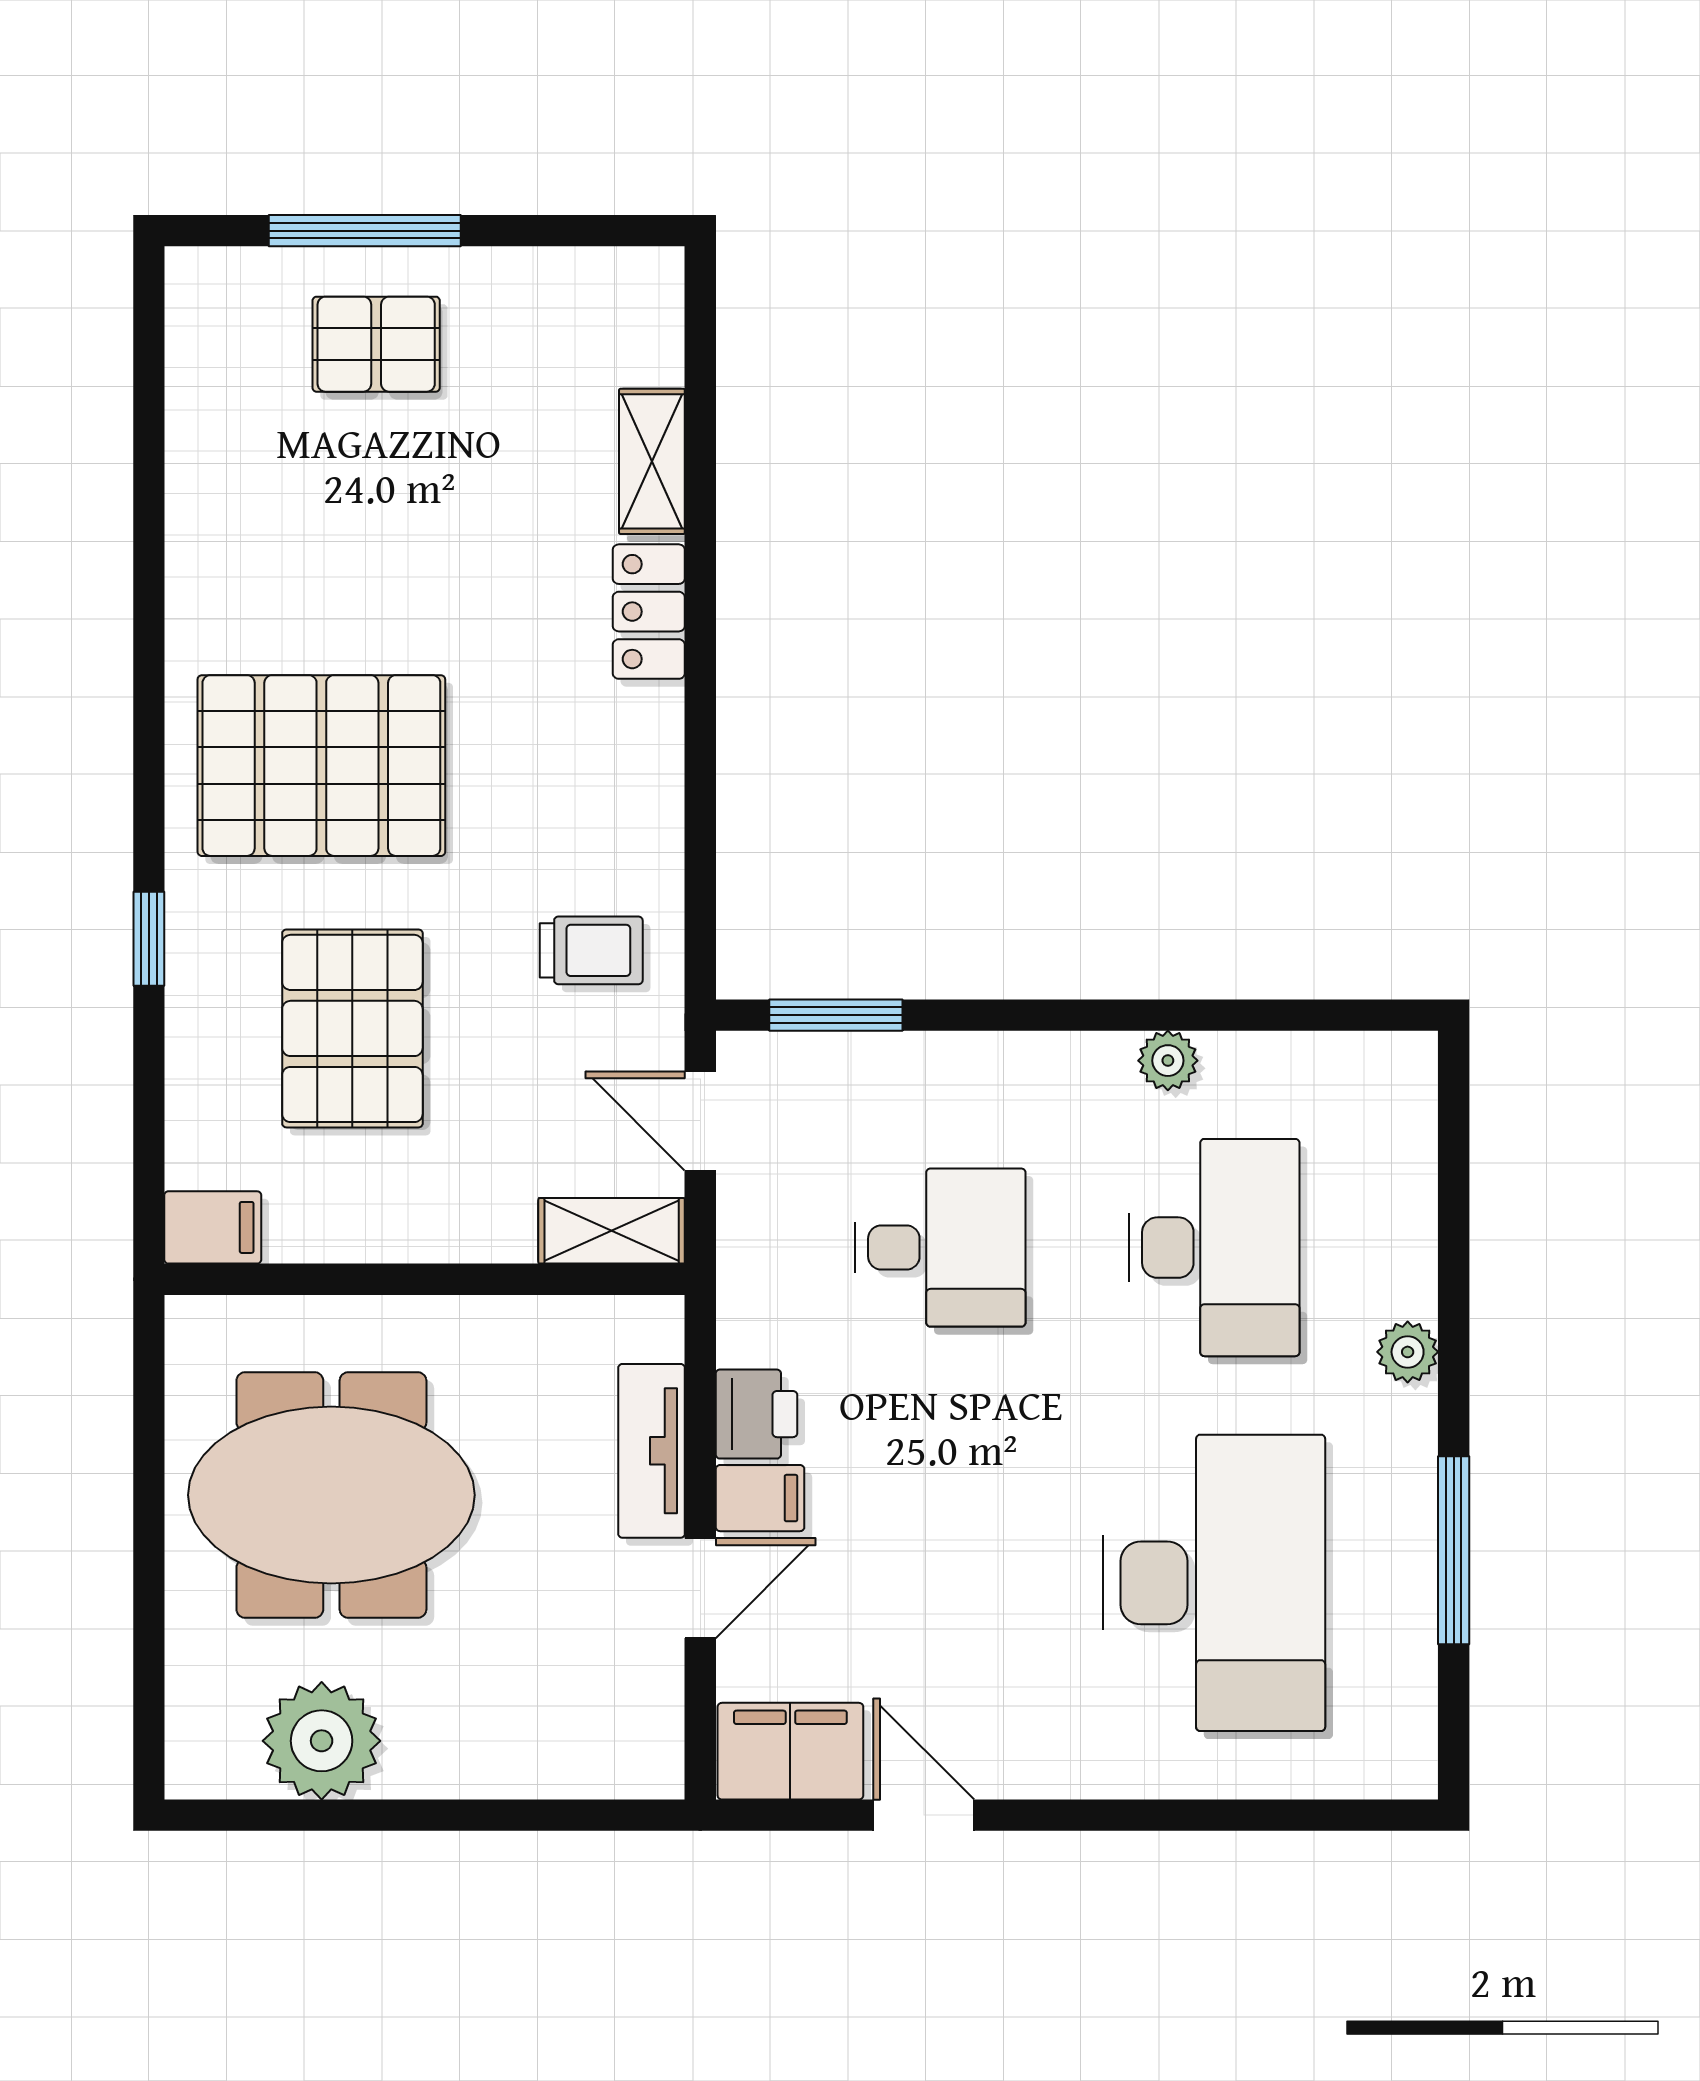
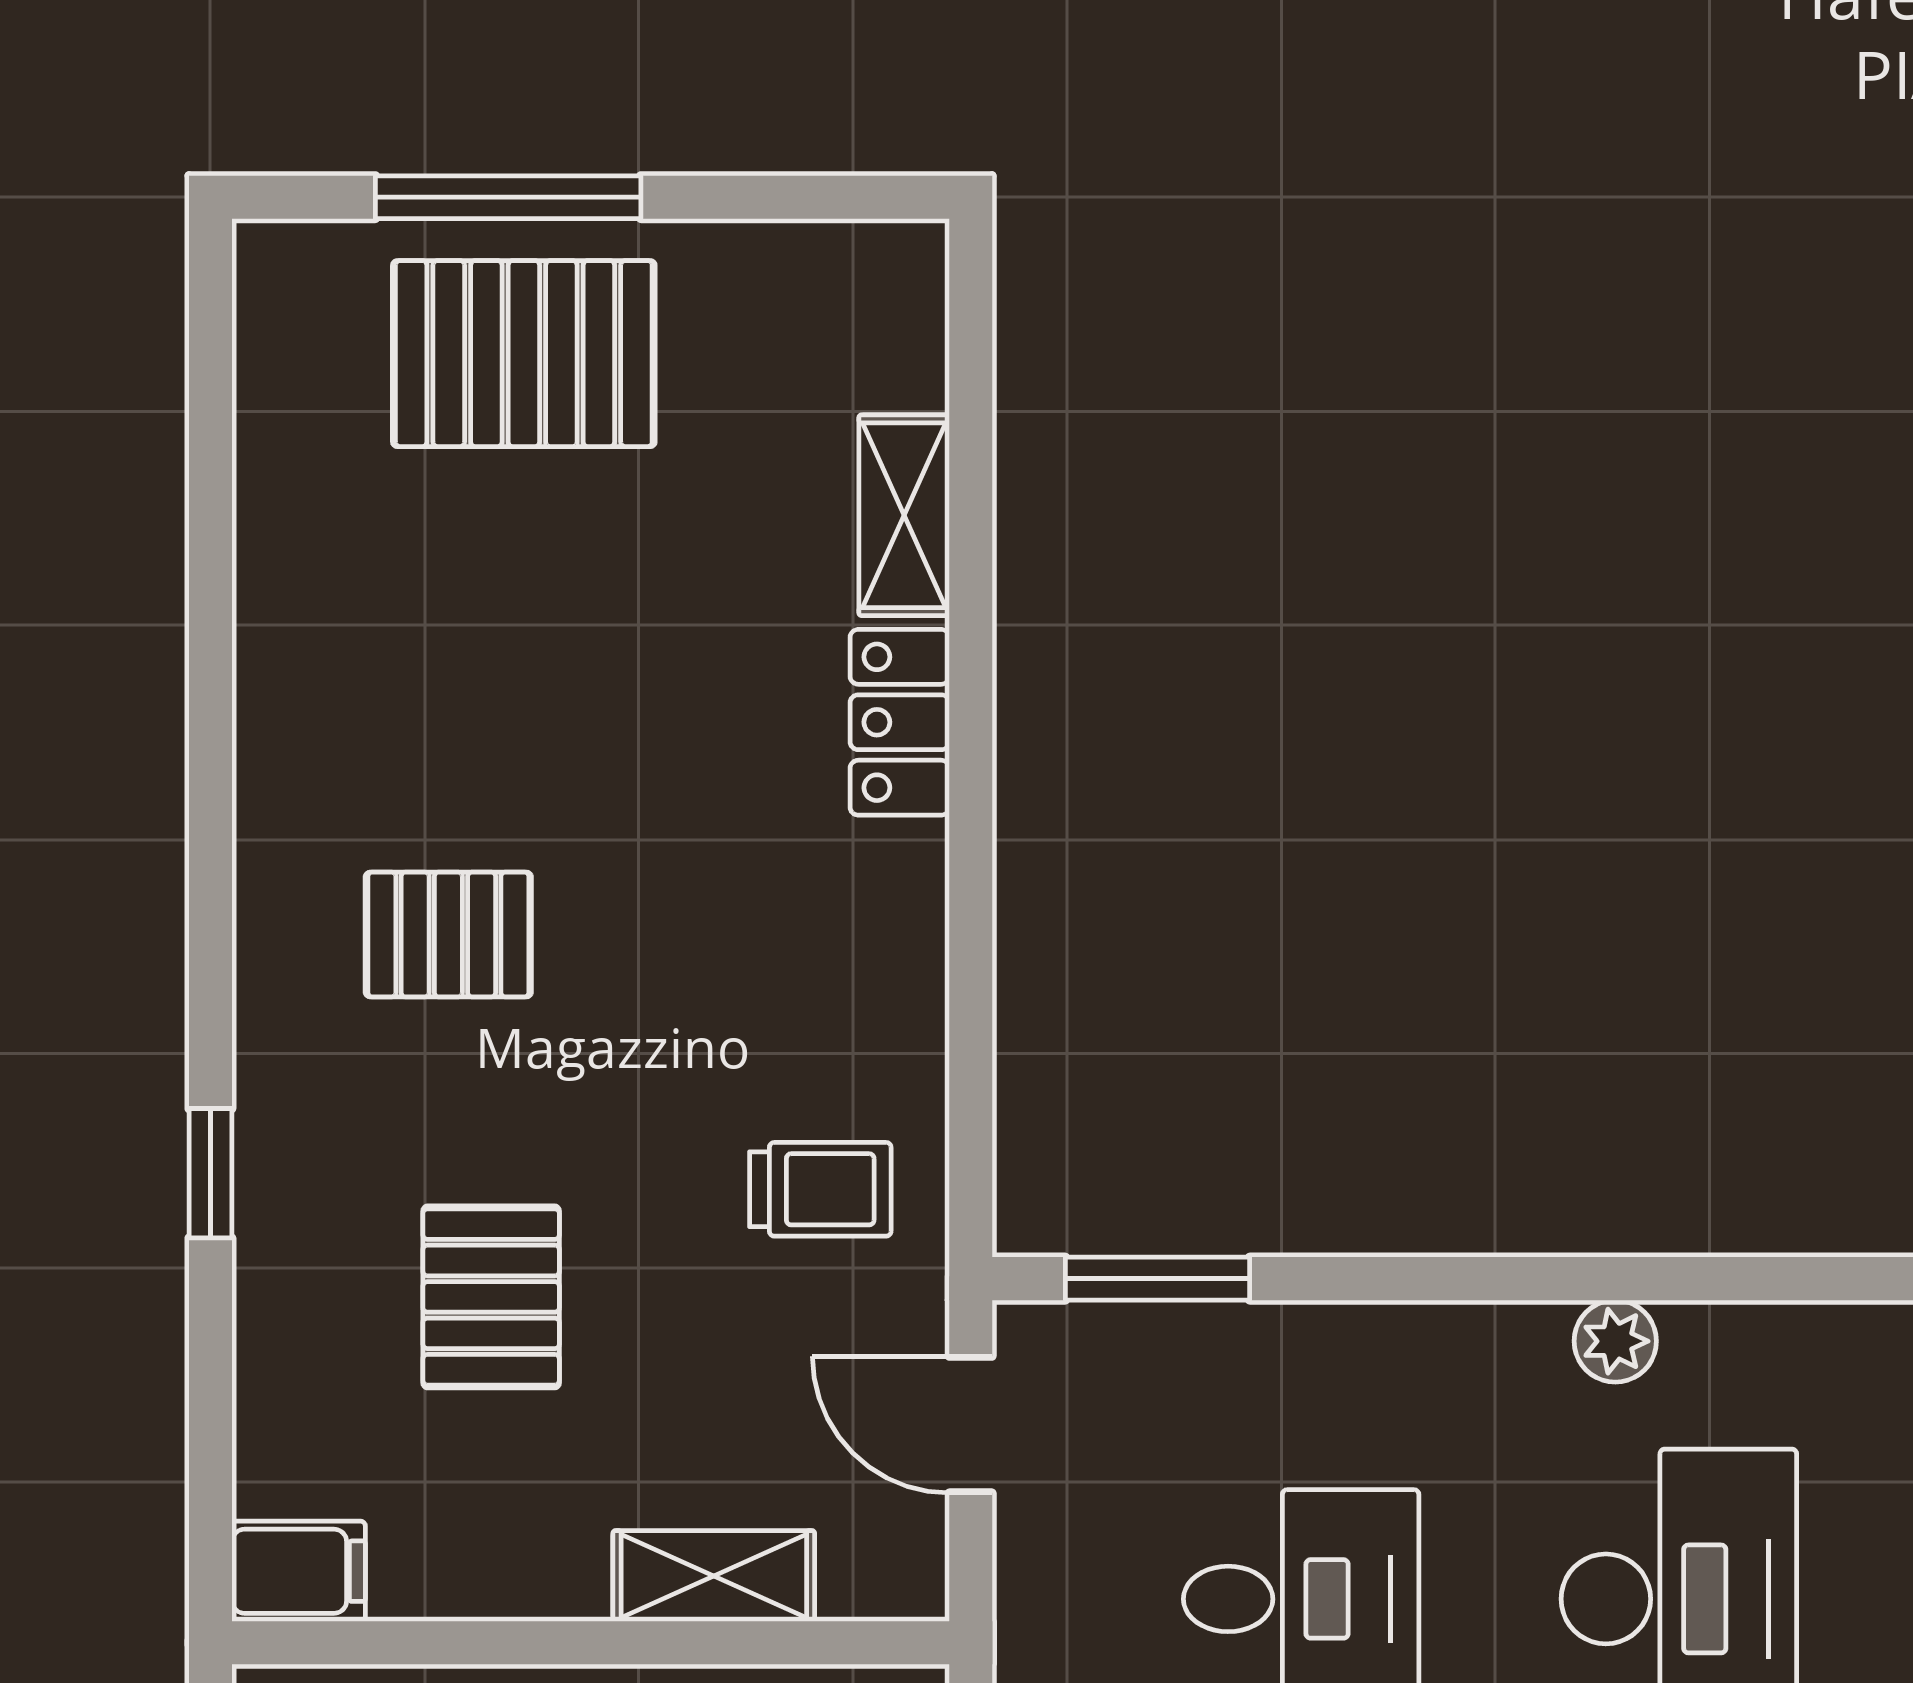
pallet: (376, 344) -> (524, 354), width x1.50, depth x1.42
pallet: (321, 766) -> (448, 935), width x0.49, depth x0.50
pallet: (352, 1028) -> (491, 1297), width x0.67, depth x0.71
shelving: (612, 1231) -> (714, 1576), moved

